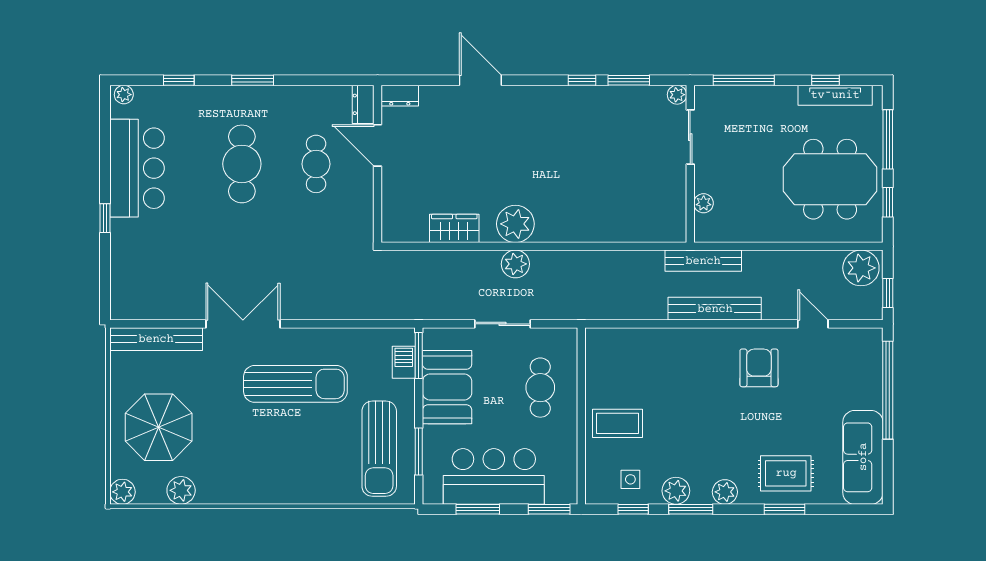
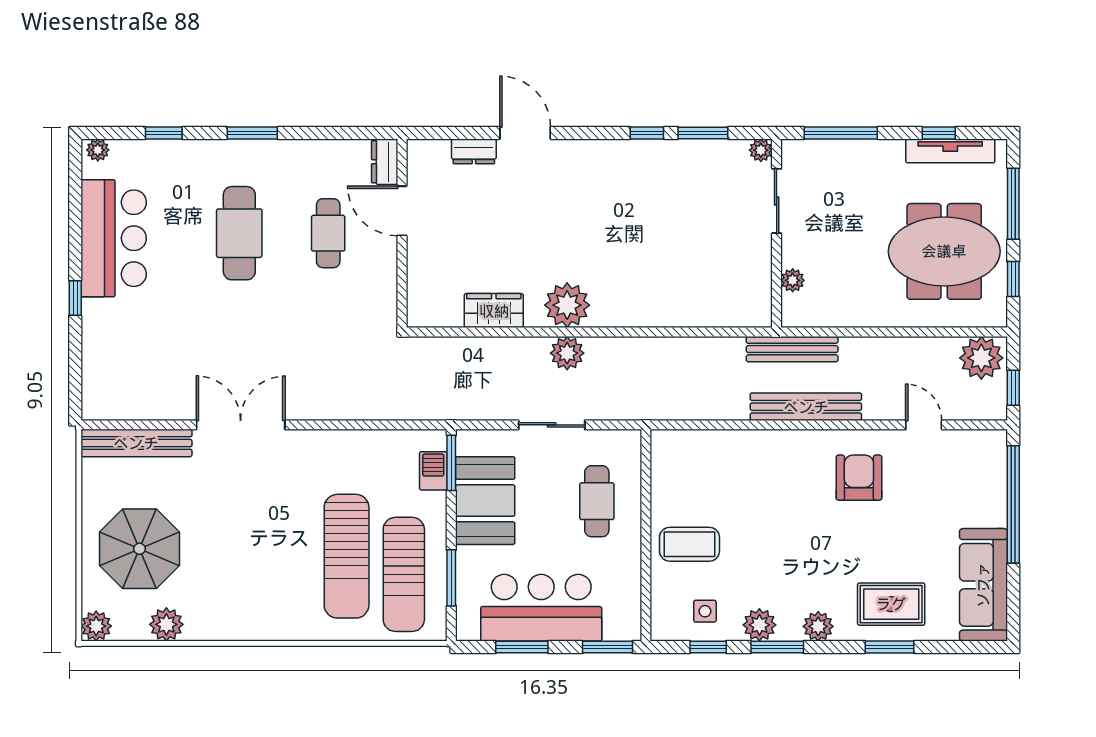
dresser: (400, 96) -> (474, 151), moved
sun lounger: (295, 384) -> (347, 556), moved, turned 90

